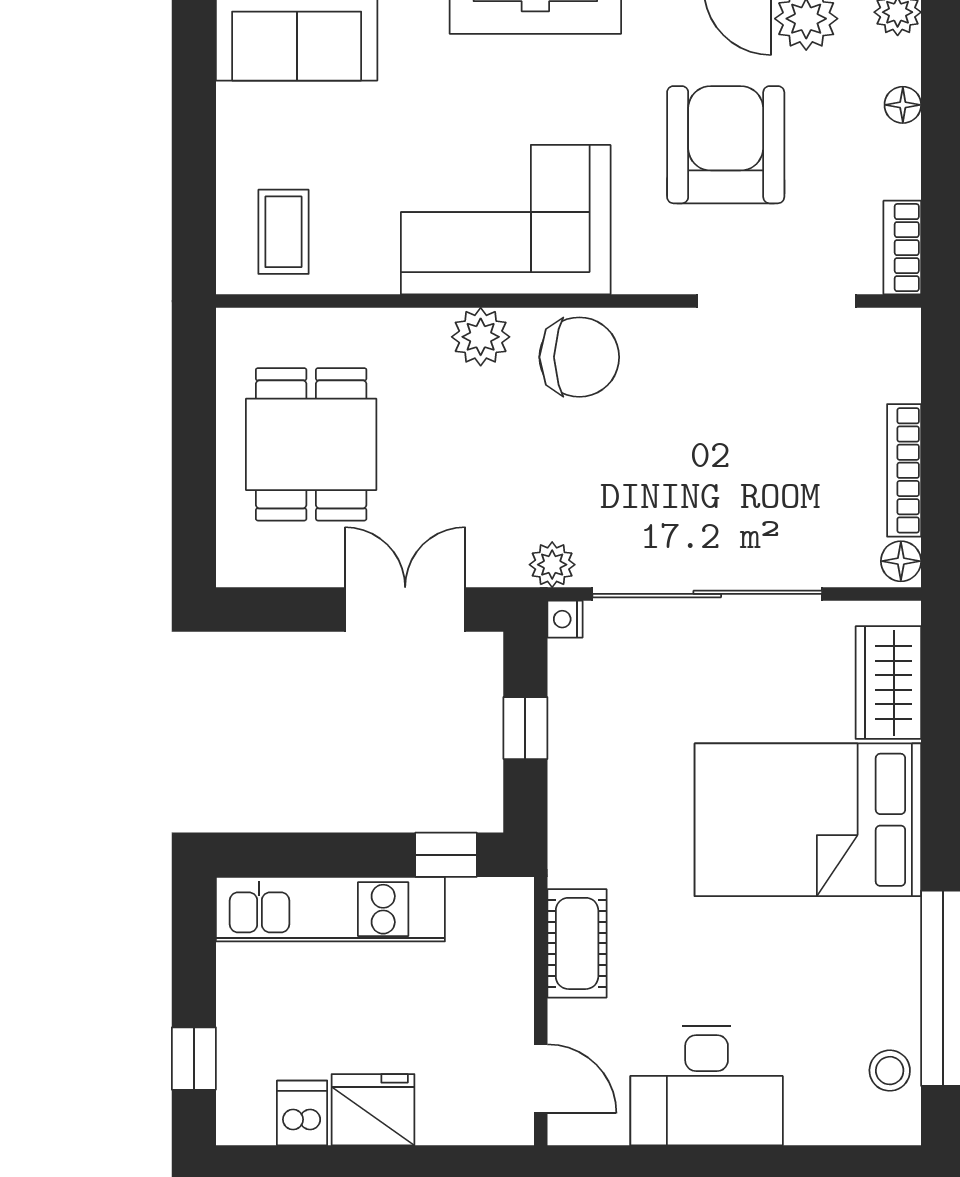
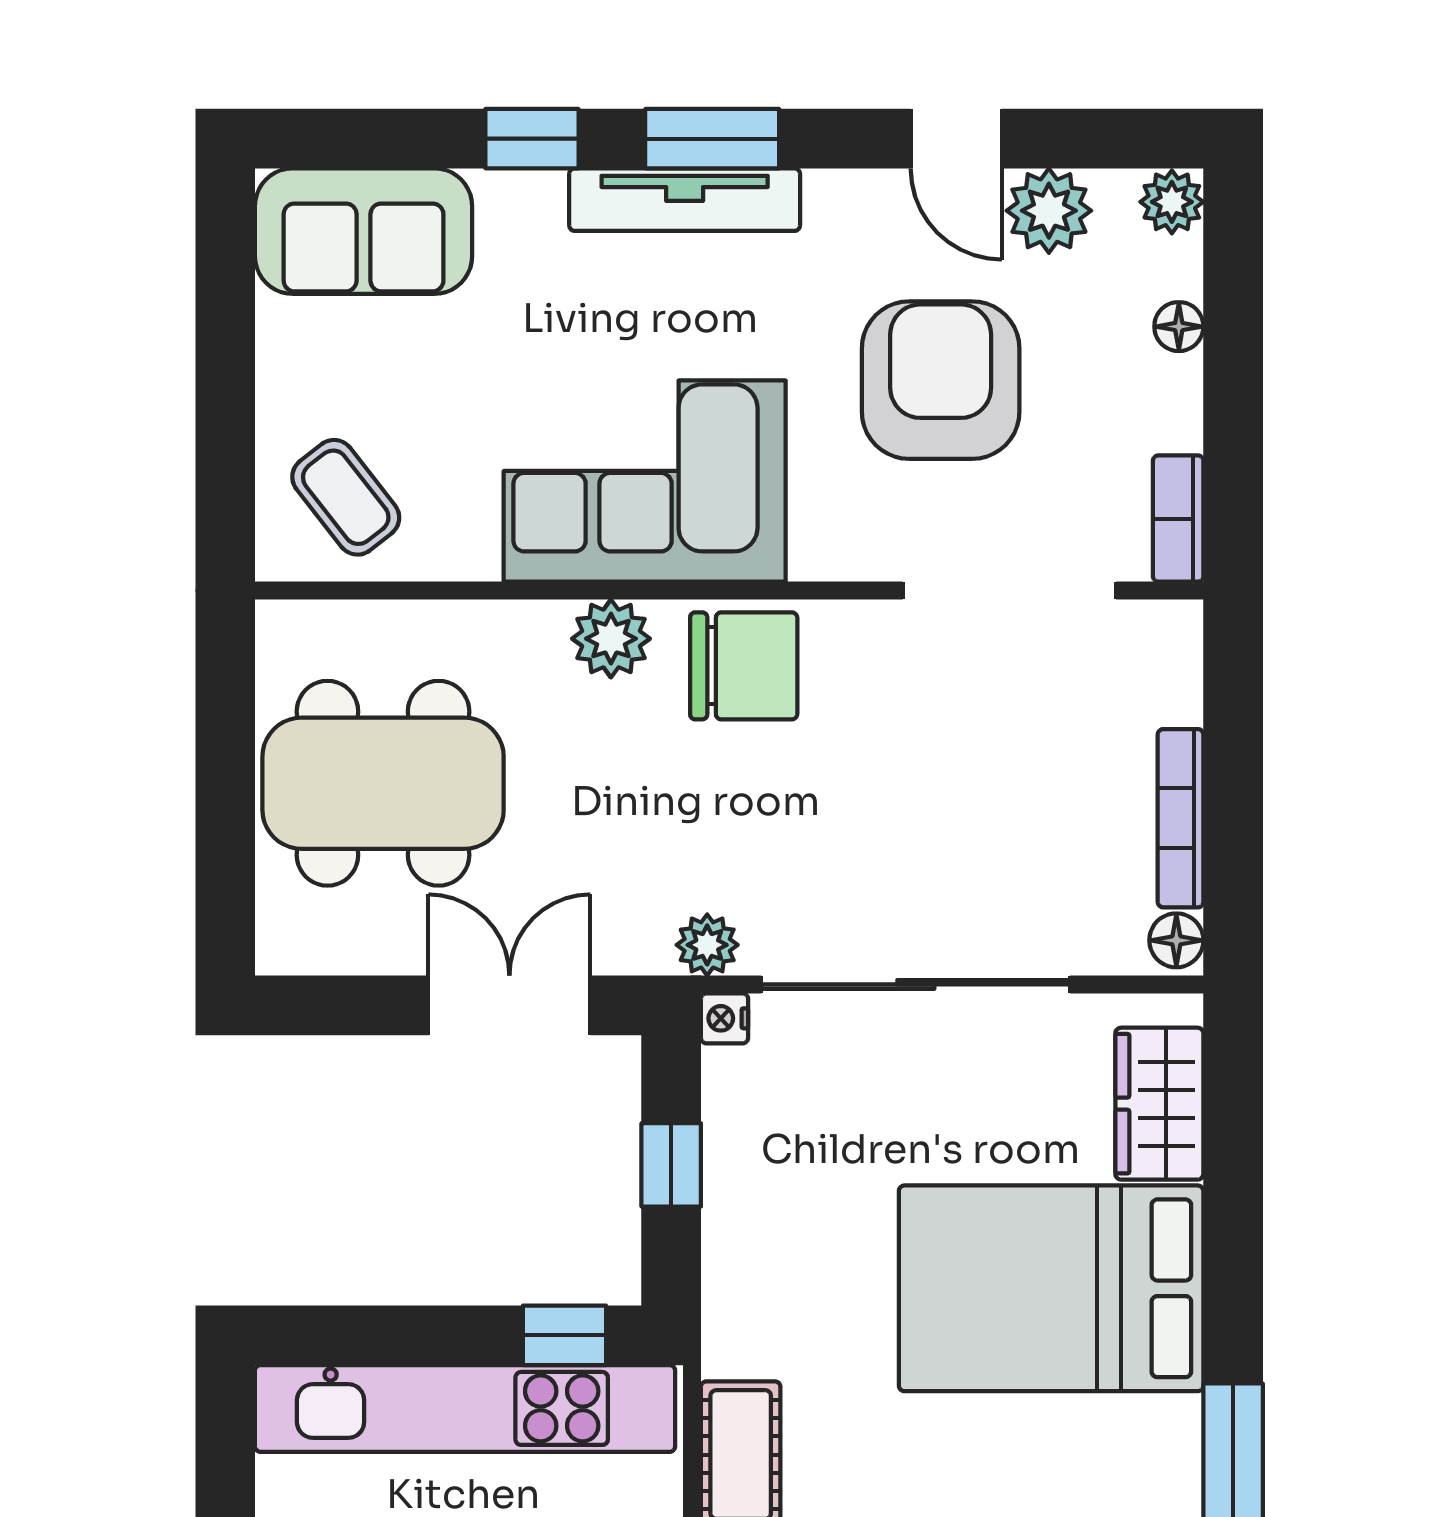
coffee table: (283, 232) -> (346, 497), turned -38
dining table: (311, 444) -> (383, 783), width x1.37
kitchen unit: (330, 909) -> (465, 1408), width x1.36

